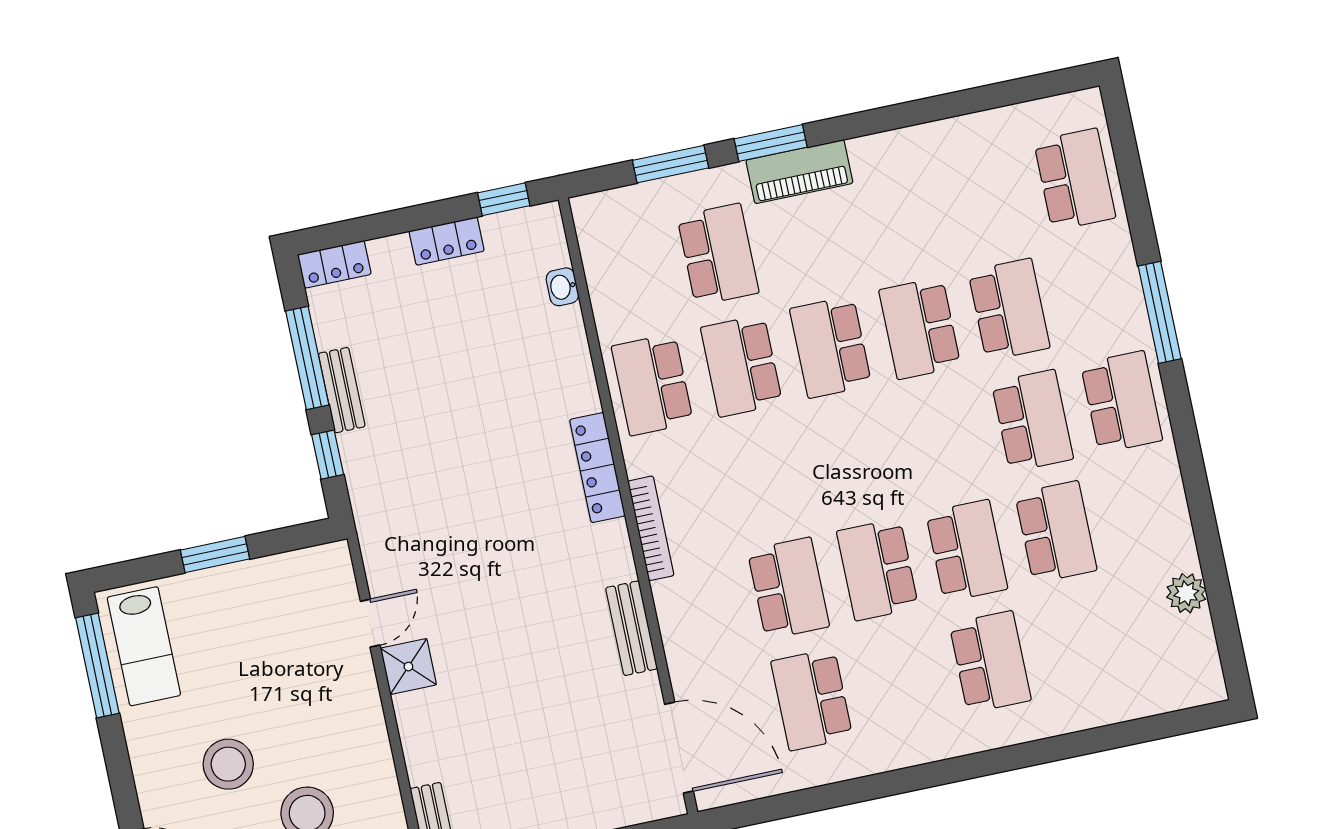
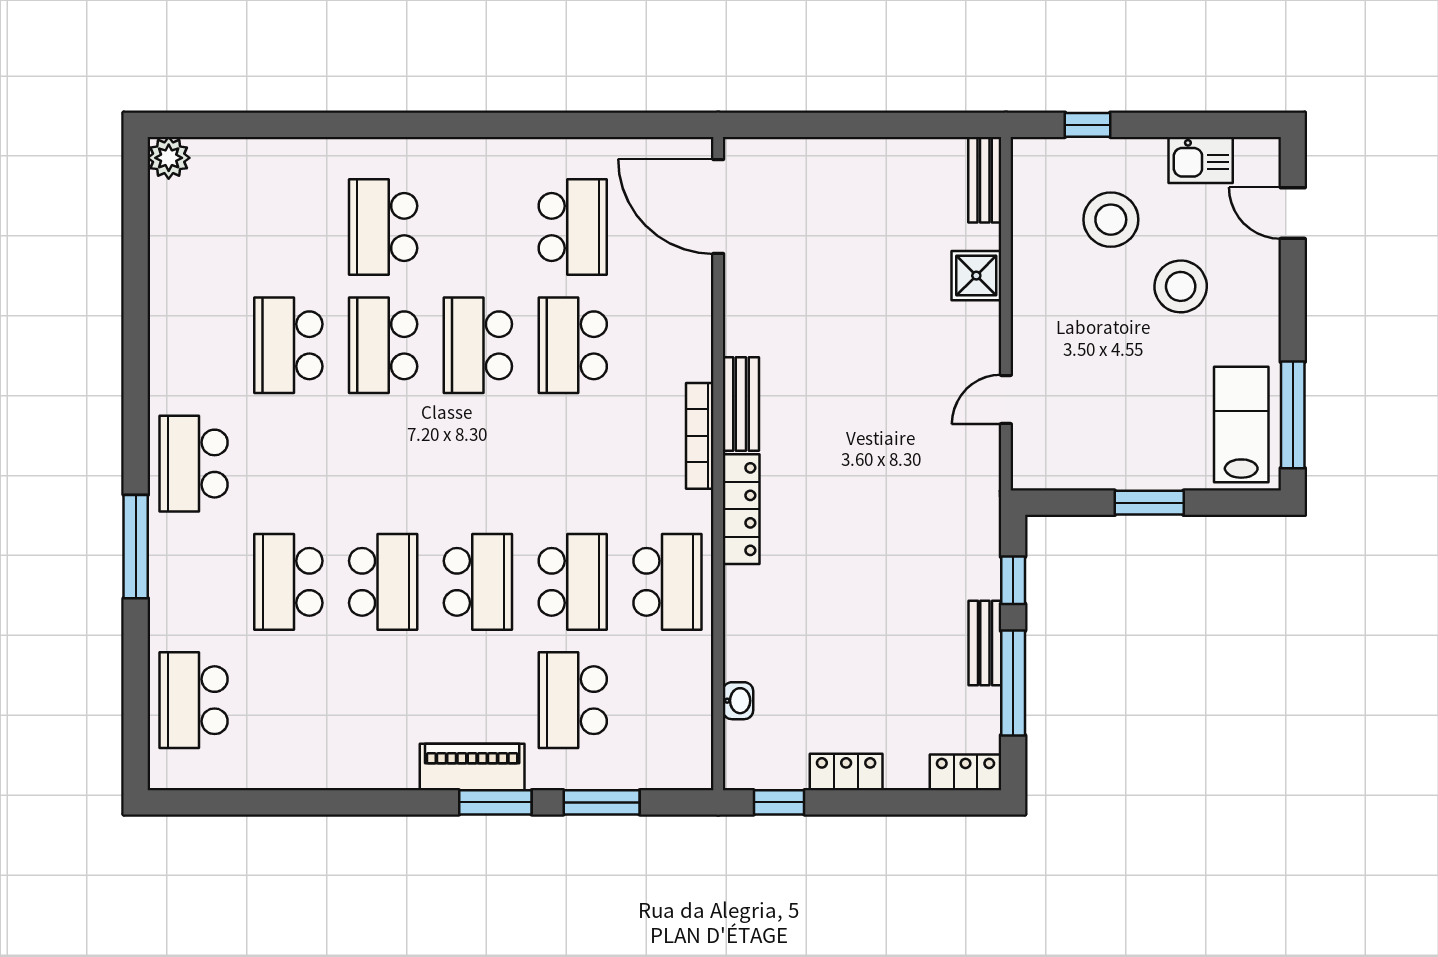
school desk: (1032, 421) -> (288, 464), removed
school desk: (878, 570) -> (478, 345), turned 180
plant: (1186, 593) -> (169, 158), moved
bench: (632, 628) -> (741, 404), moved
shower: (408, 667) -> (976, 276), moved

